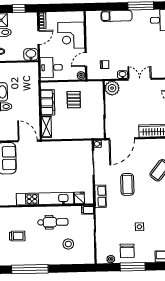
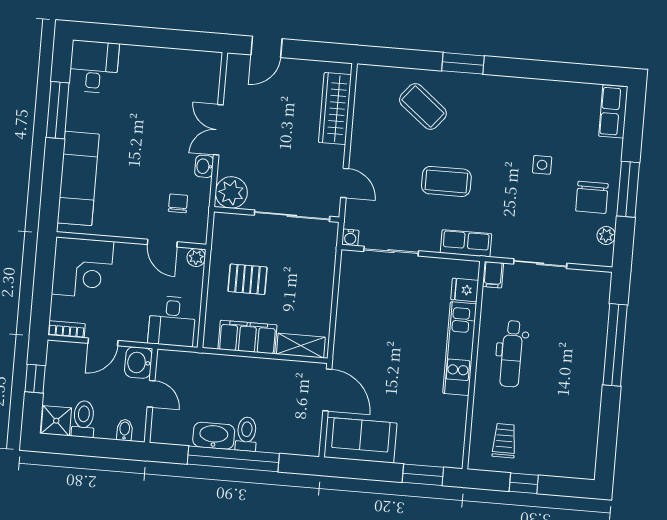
exam couch: (117, 16) -> (78, 178), width x1.36, depth x1.45
corner desk: (71, 35) -> (83, 268), moved
door: (39, 37) -> (103, 342), swing flipped
door: (17, 62) -> (151, 394), added
door: (122, 139) -> (345, 183), width x0.53
door: (28, 141) -> (327, 390), swing flipped
kitchen unit: (45, 199) -> (460, 349), width x0.73
dental chair: (53, 222) -> (512, 354), turned 180
trolley: (17, 236) -> (504, 441), moved
stool: (68, 244) -> (563, 325), removed
chair: (127, 251) -> (592, 197), turned 90
window: (30, 269) -> (615, 345), moved

